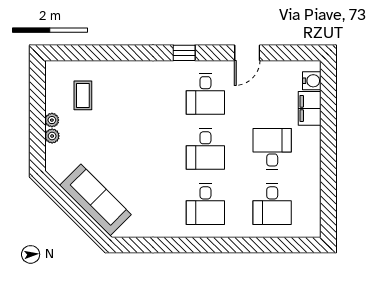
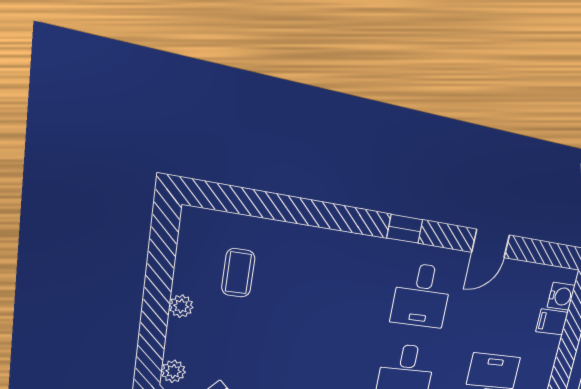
filing cabinet: (310, 108) -> (552, 322), width x0.50
plant: (52, 136) -> (173, 371), moved

